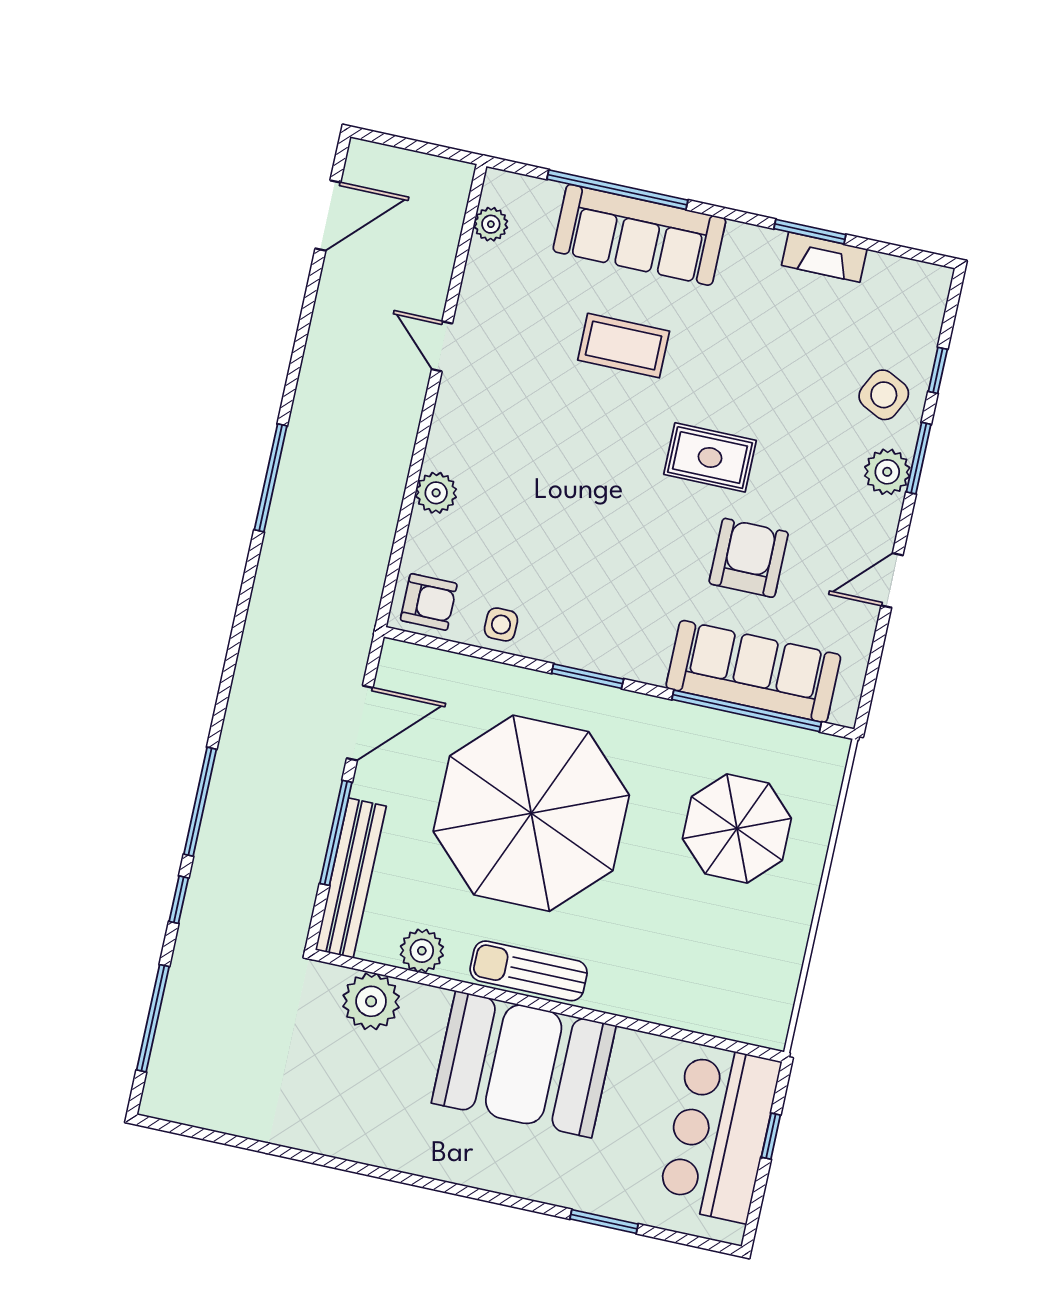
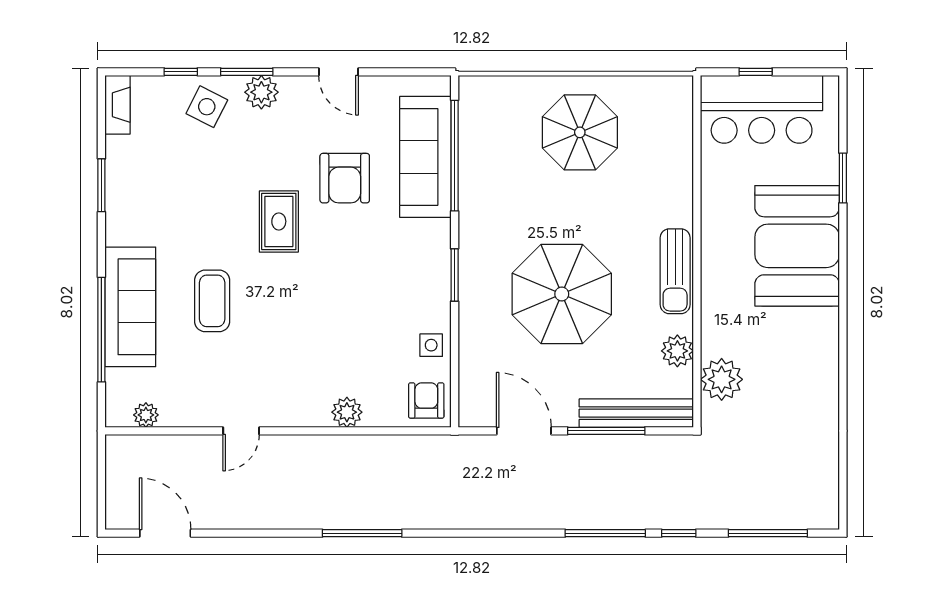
fireplace: (824, 257) -> (117, 105), moved
armchair: (749, 558) -> (345, 178), turned -90
parasol: (531, 813) -> (562, 294), width x0.73, depth x0.73
parasol: (737, 829) -> (580, 132), moved
booth: (524, 1064) -> (797, 246), moved

